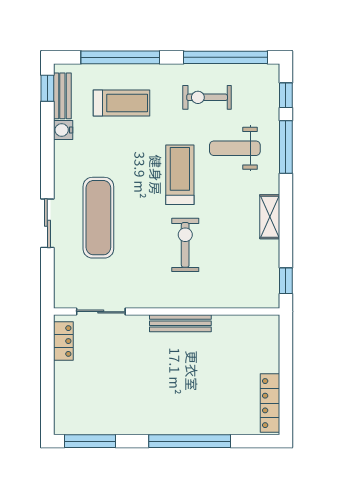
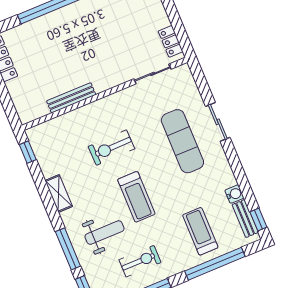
treadmill: (122, 103) -> (200, 231), turned 90
exercise bike: (185, 245) -> (111, 148), turned 89
bench: (180, 323) -> (71, 98), moved

